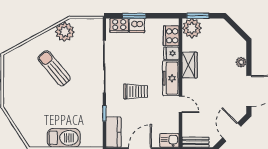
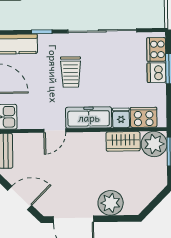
plant: (241, 62) -> (111, 203), width x1.87, depth x1.87
wardrobe: (190, 65) -> (123, 141), moved

